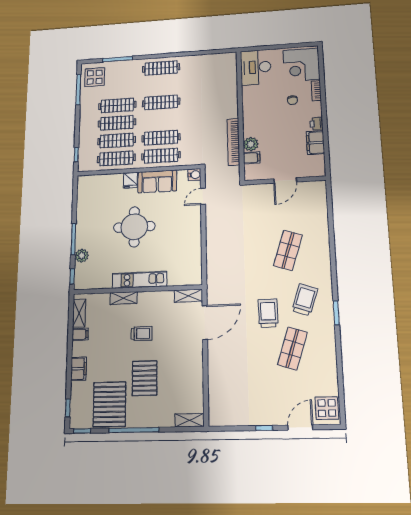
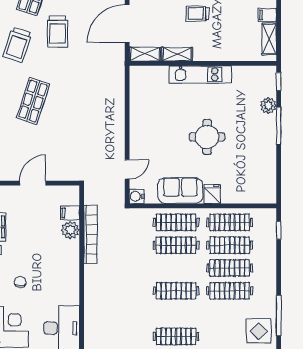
round table: (134, 227) -> (207, 137), width x0.73, depth x0.73
shelving: (124, 298) -> (177, 54), moved

